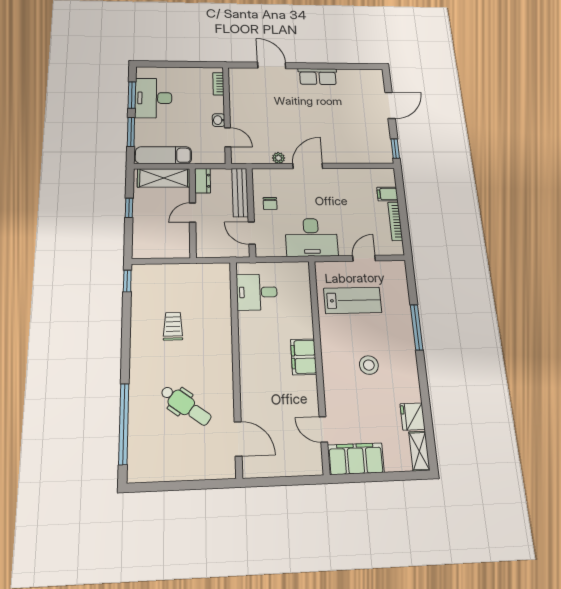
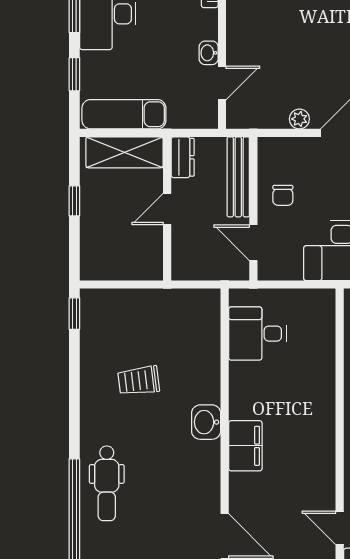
window: (131, 132) -> (74, 74), width x0.67
door: (228, 137) -> (222, 83), hinge flipped
trolley: (173, 326) -> (139, 381), turned -97
washbasin: (222, 354) -> (206, 422), added
filing cabinet: (304, 357) -> (245, 446), moved, turned 180
dental chair: (186, 405) -> (107, 483), moved, turned 54

